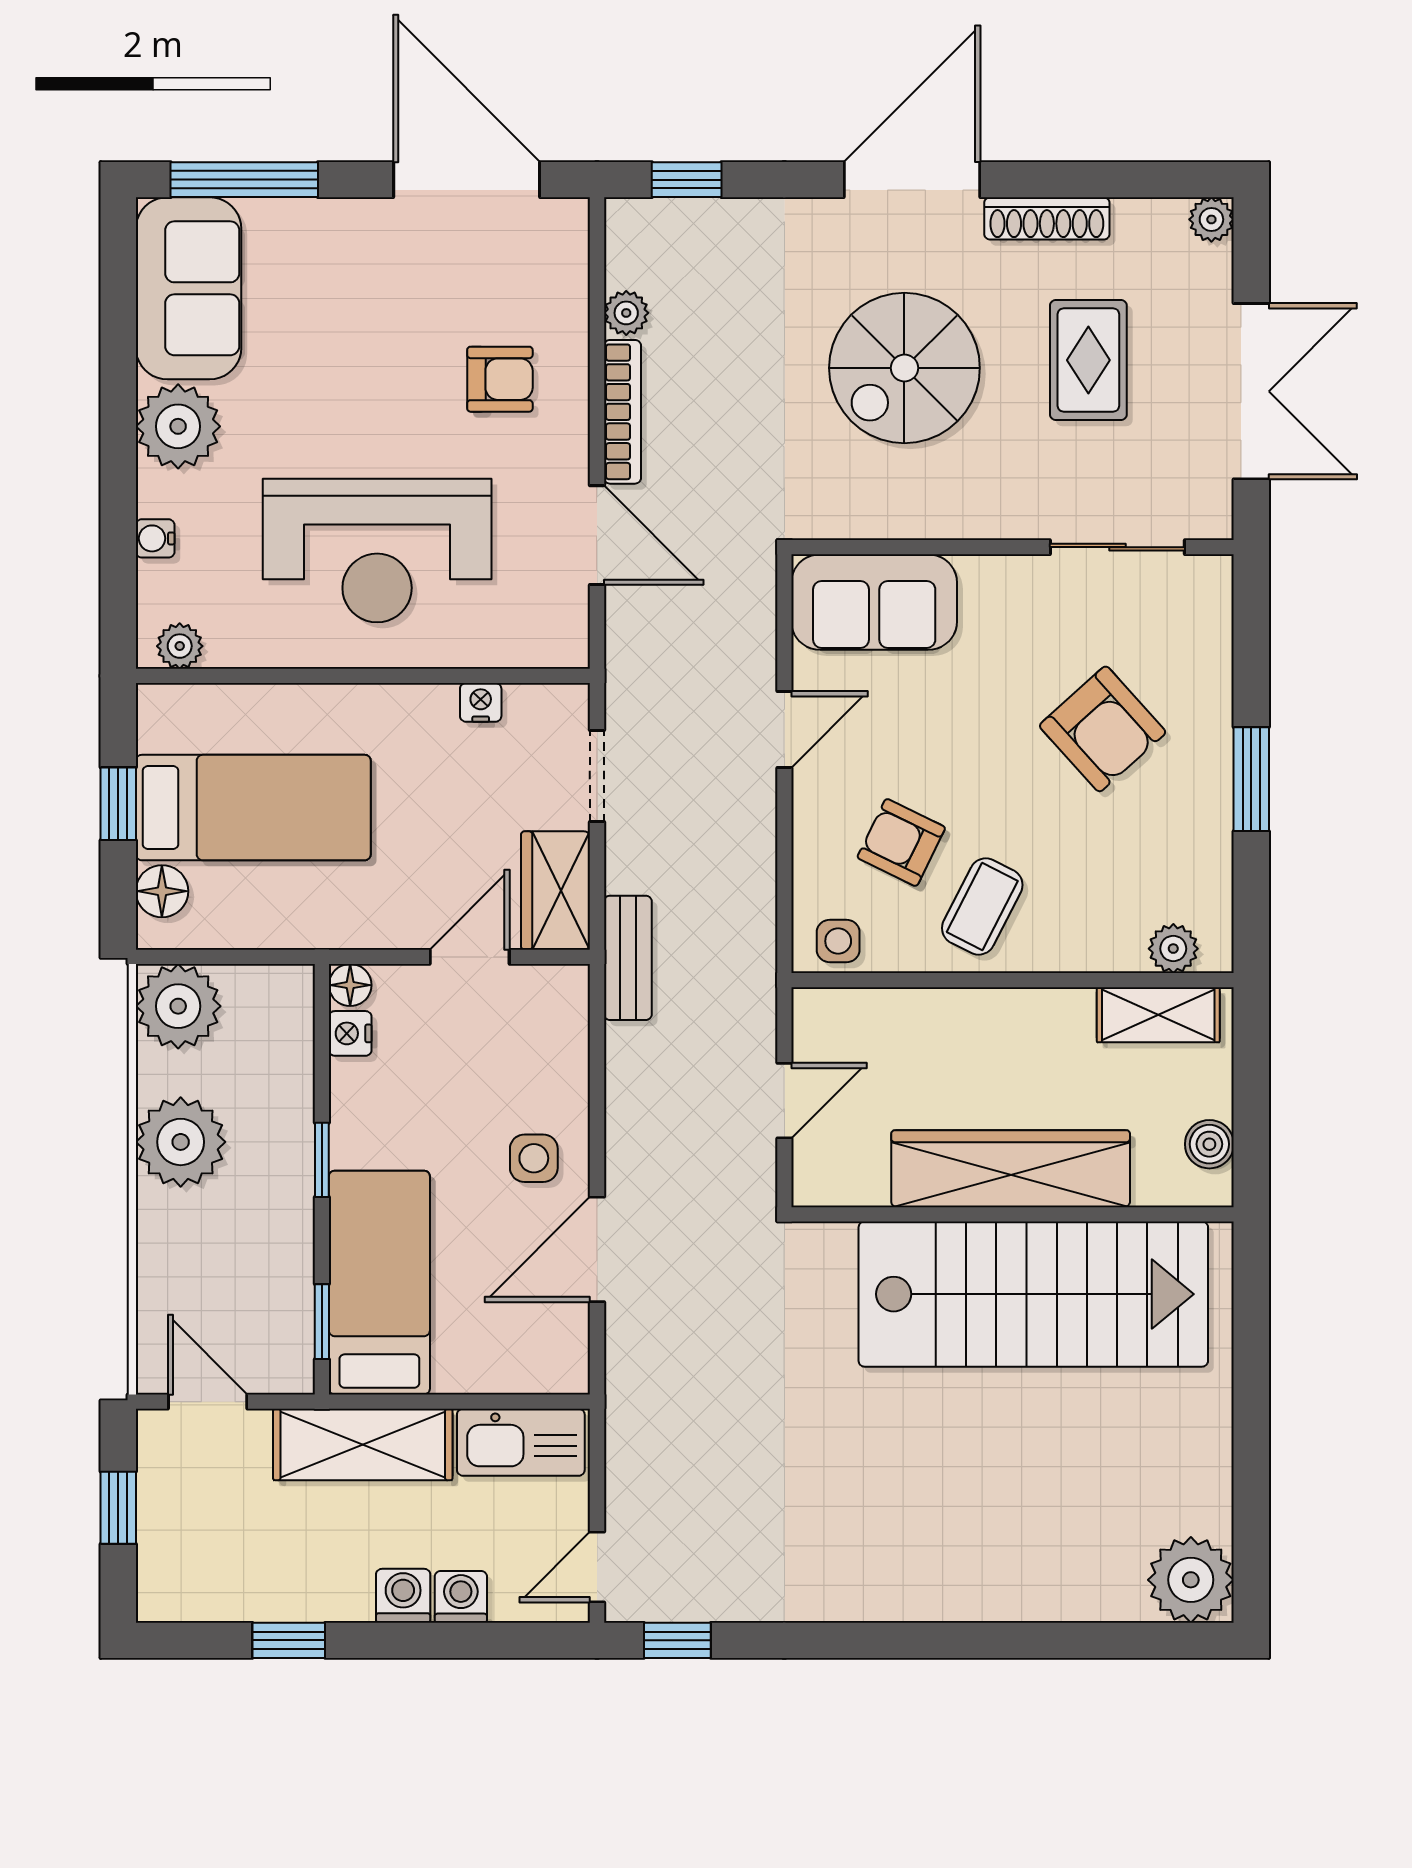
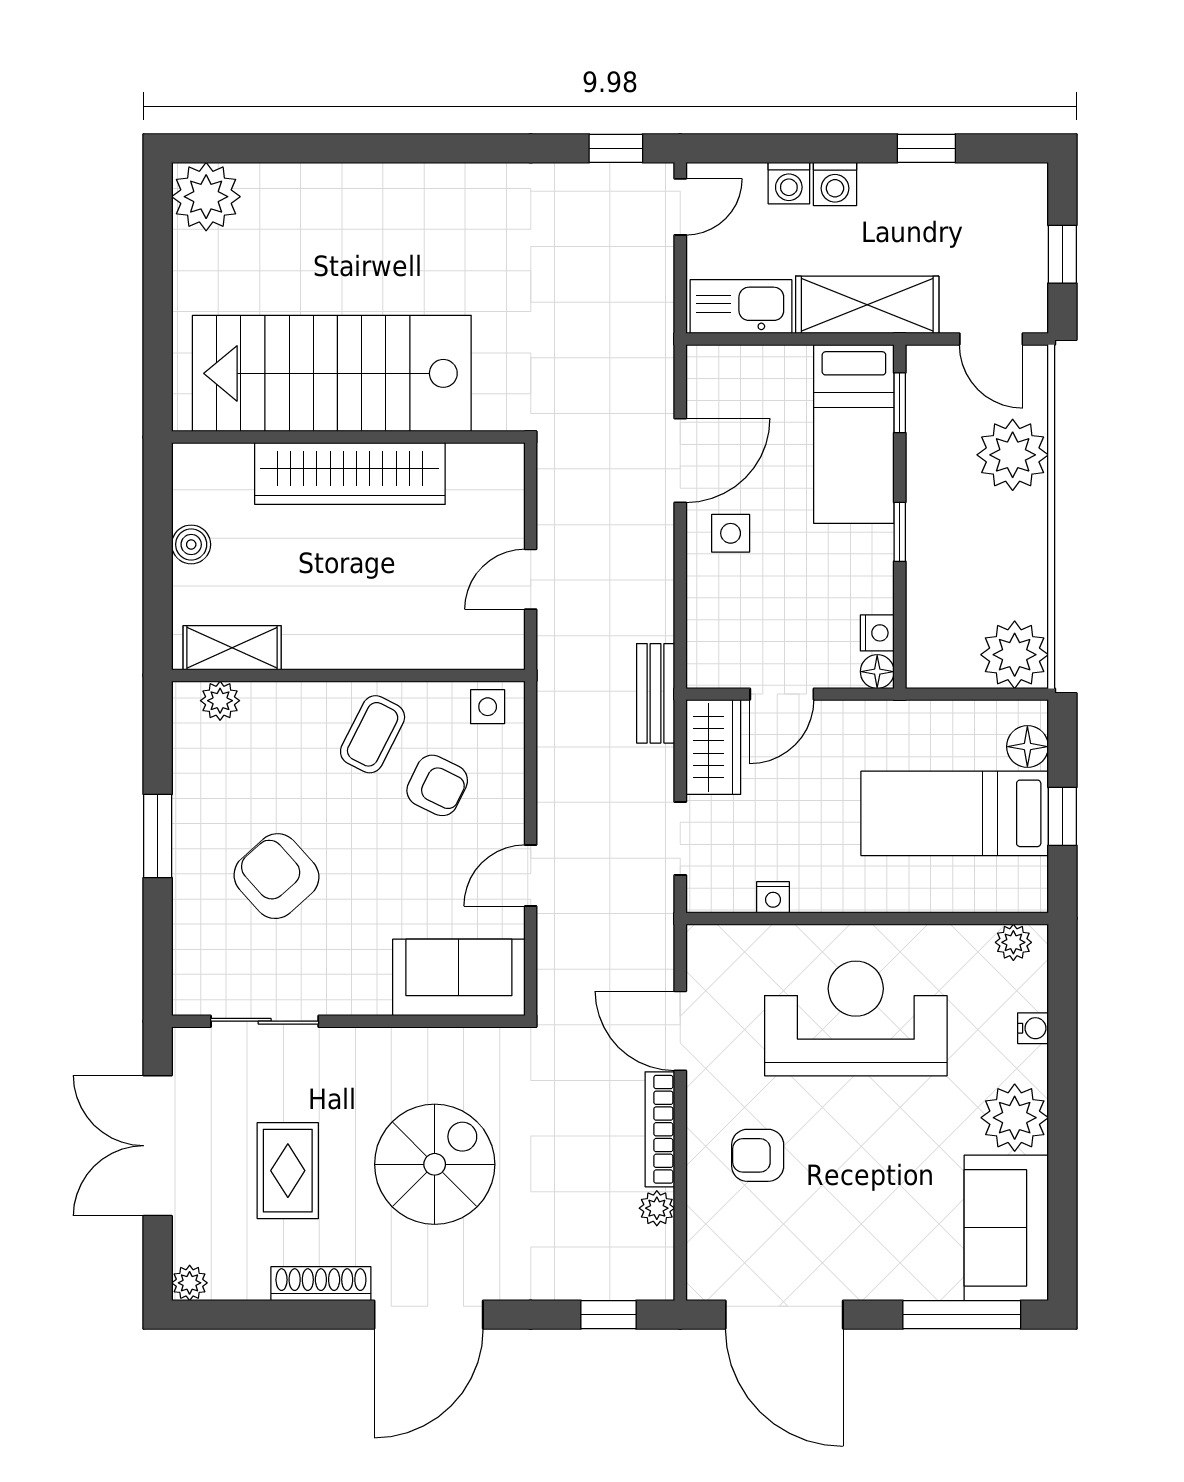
plant: (181, 1142) -> (1013, 455), moved
wardrobe: (1011, 1169) -> (350, 474), moved
wall: (1013, 1214) -> (348, 437), moved
stairs: (1033, 1294) -> (332, 373), moved

